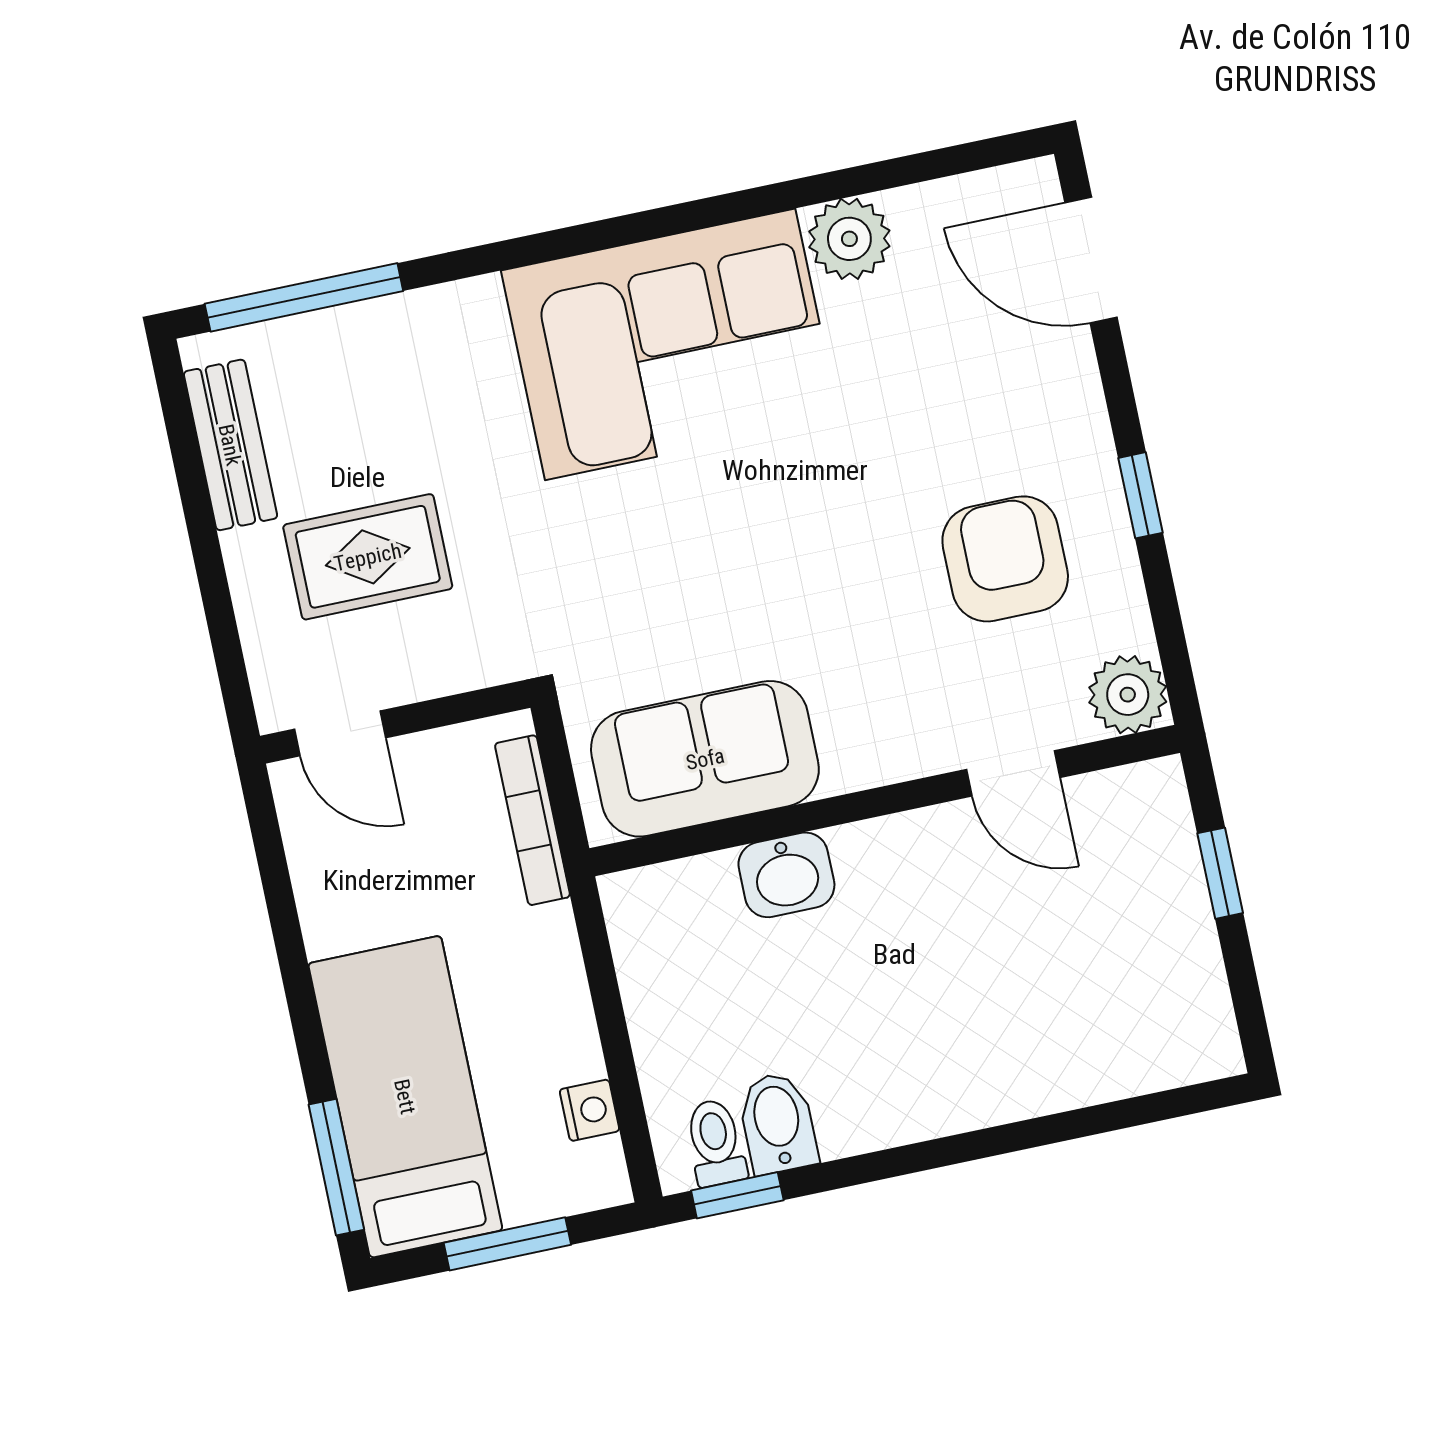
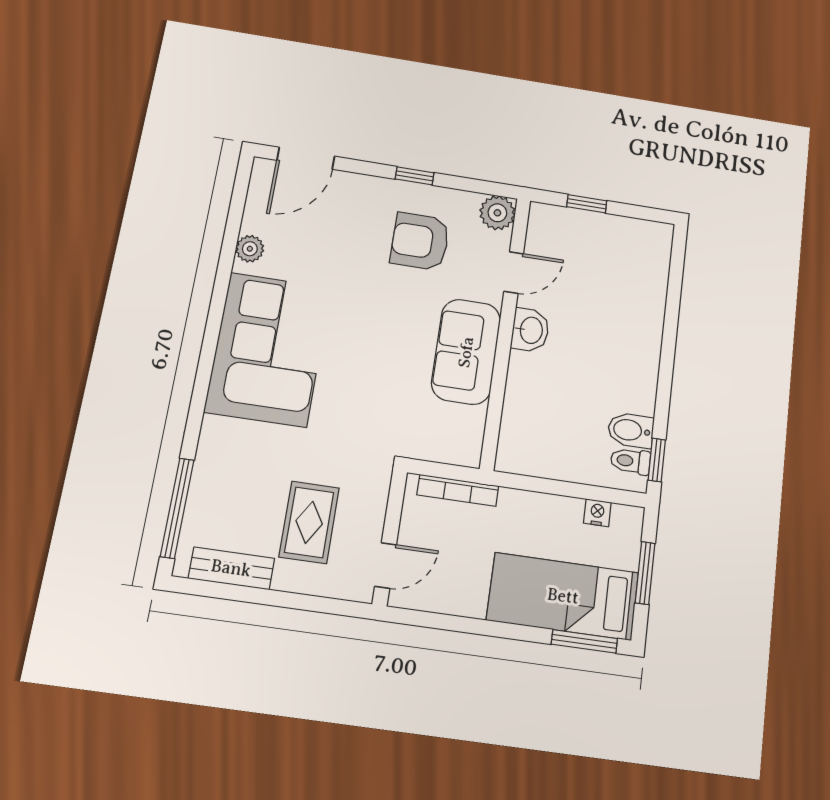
plant: (849, 239) -> (250, 249), width x0.73, depth x0.73
sofa: (705, 759) -> (466, 352), moved
washbasin: (786, 875) -> (530, 330), moved

